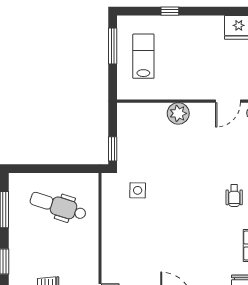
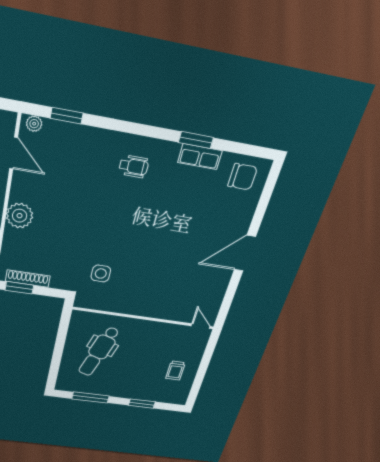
shoe rack: (123, 129) -> (28, 279), added
window: (113, 149) -> (19, 288), moved

